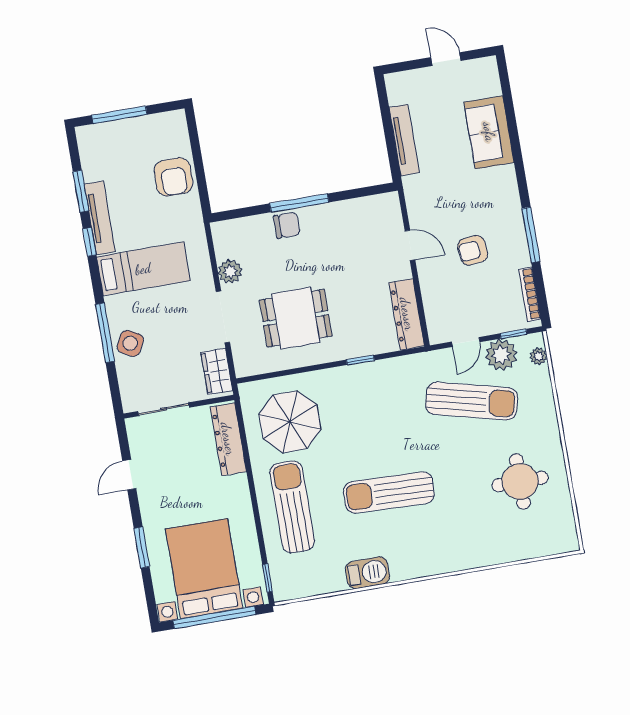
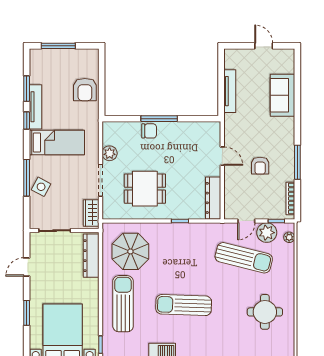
armchair: (473, 250) -> (260, 166), turned -84

